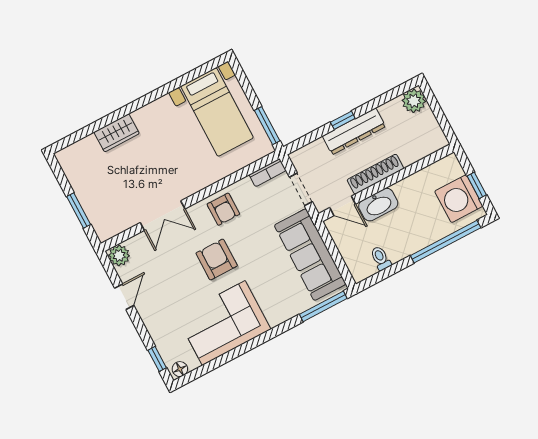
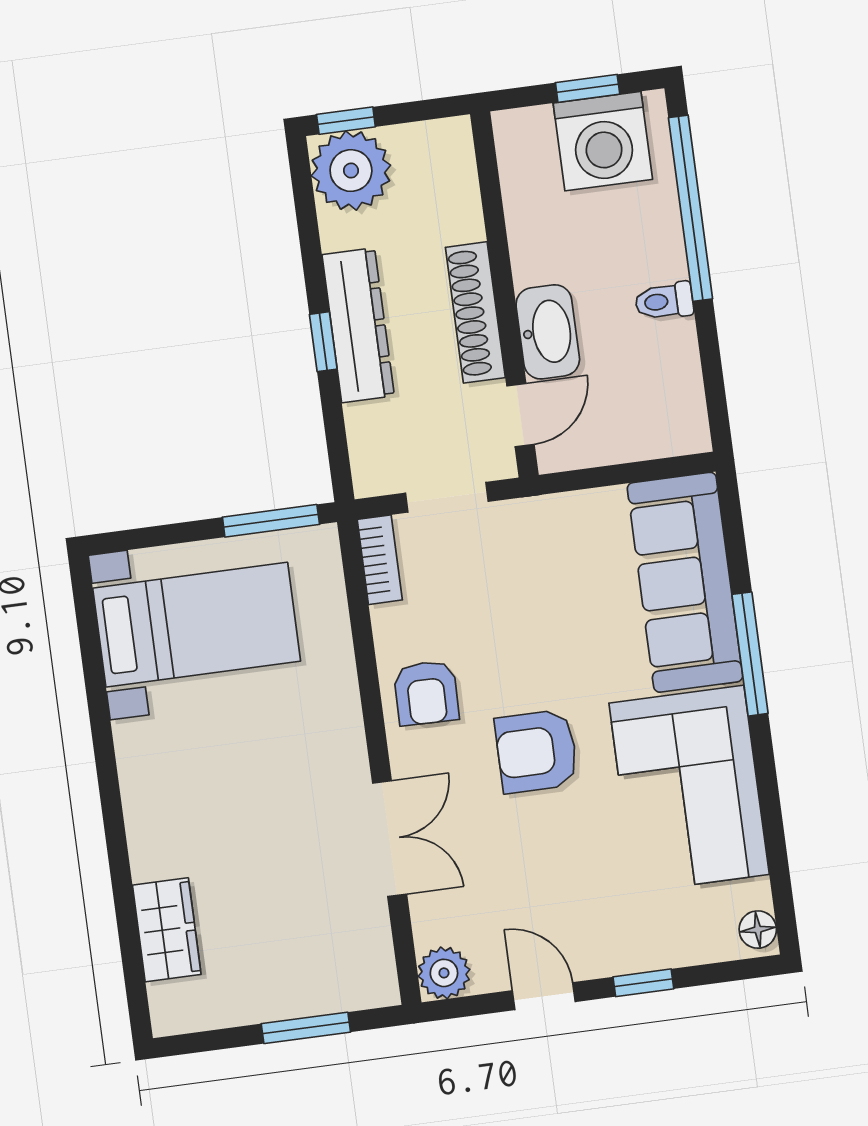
window: (430, 98) -> (346, 121), added
plant: (414, 101) -> (351, 171), width x1.36, depth x1.36
wardrobe: (117, 133) -> (167, 930), moved
armchair: (223, 209) -> (426, 693), turned 91
sofa: (310, 255) -> (685, 582), moved, turned 90
toilet: (381, 258) -> (664, 301), moved
window: (323, 306) -> (750, 654), moved
window: (157, 359) -> (643, 983), moved

